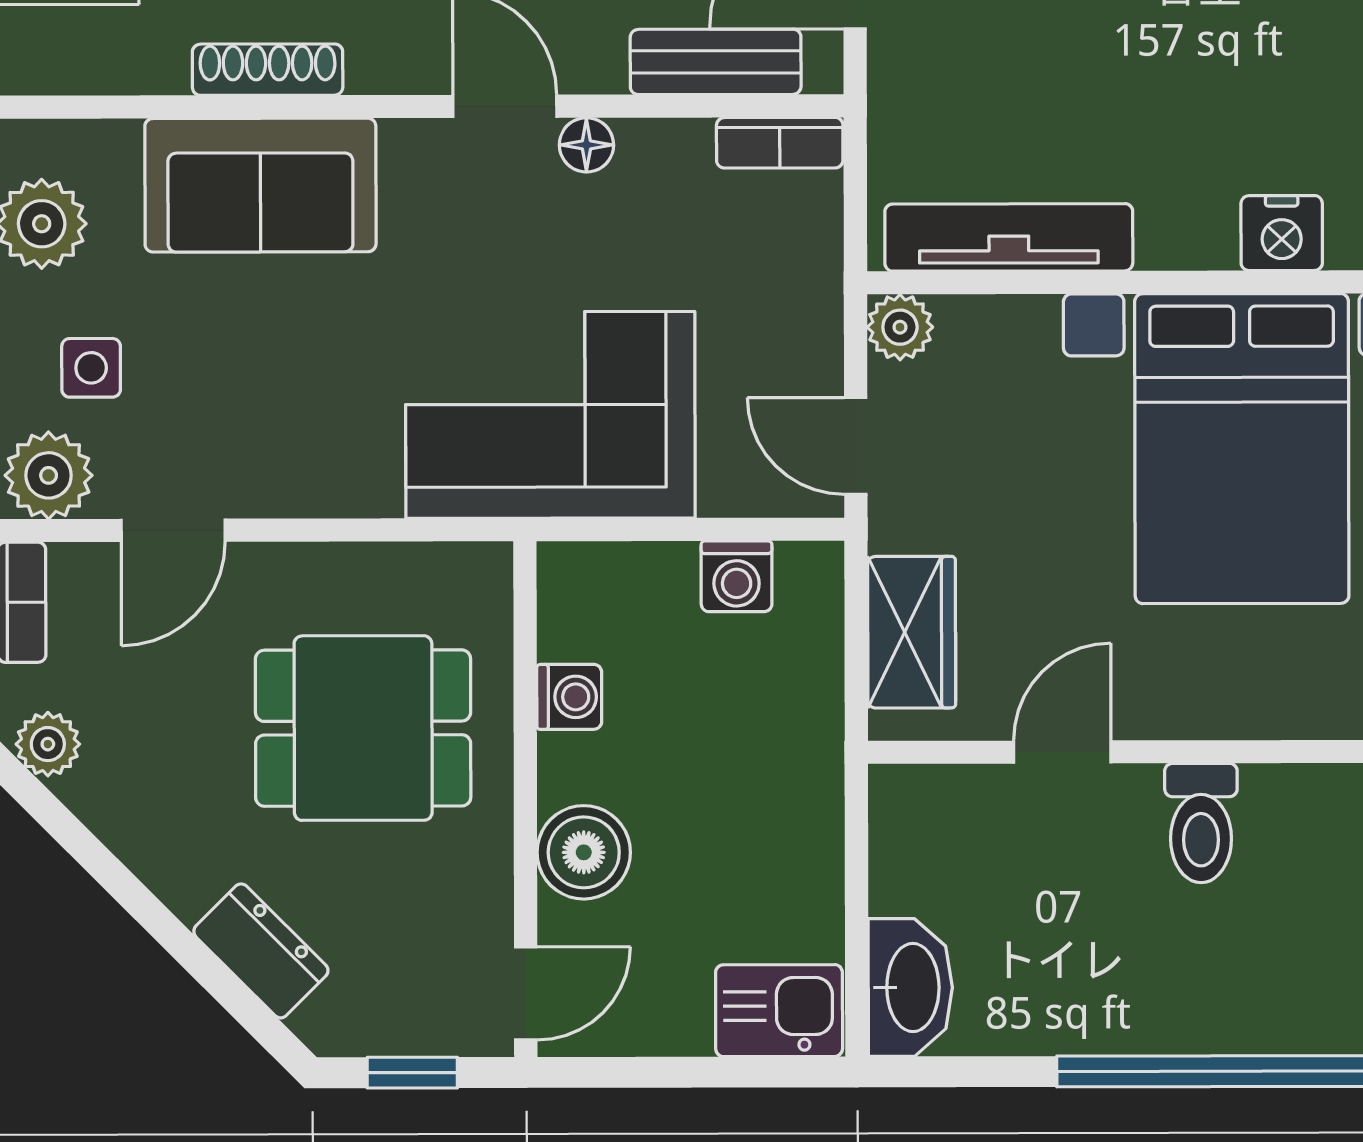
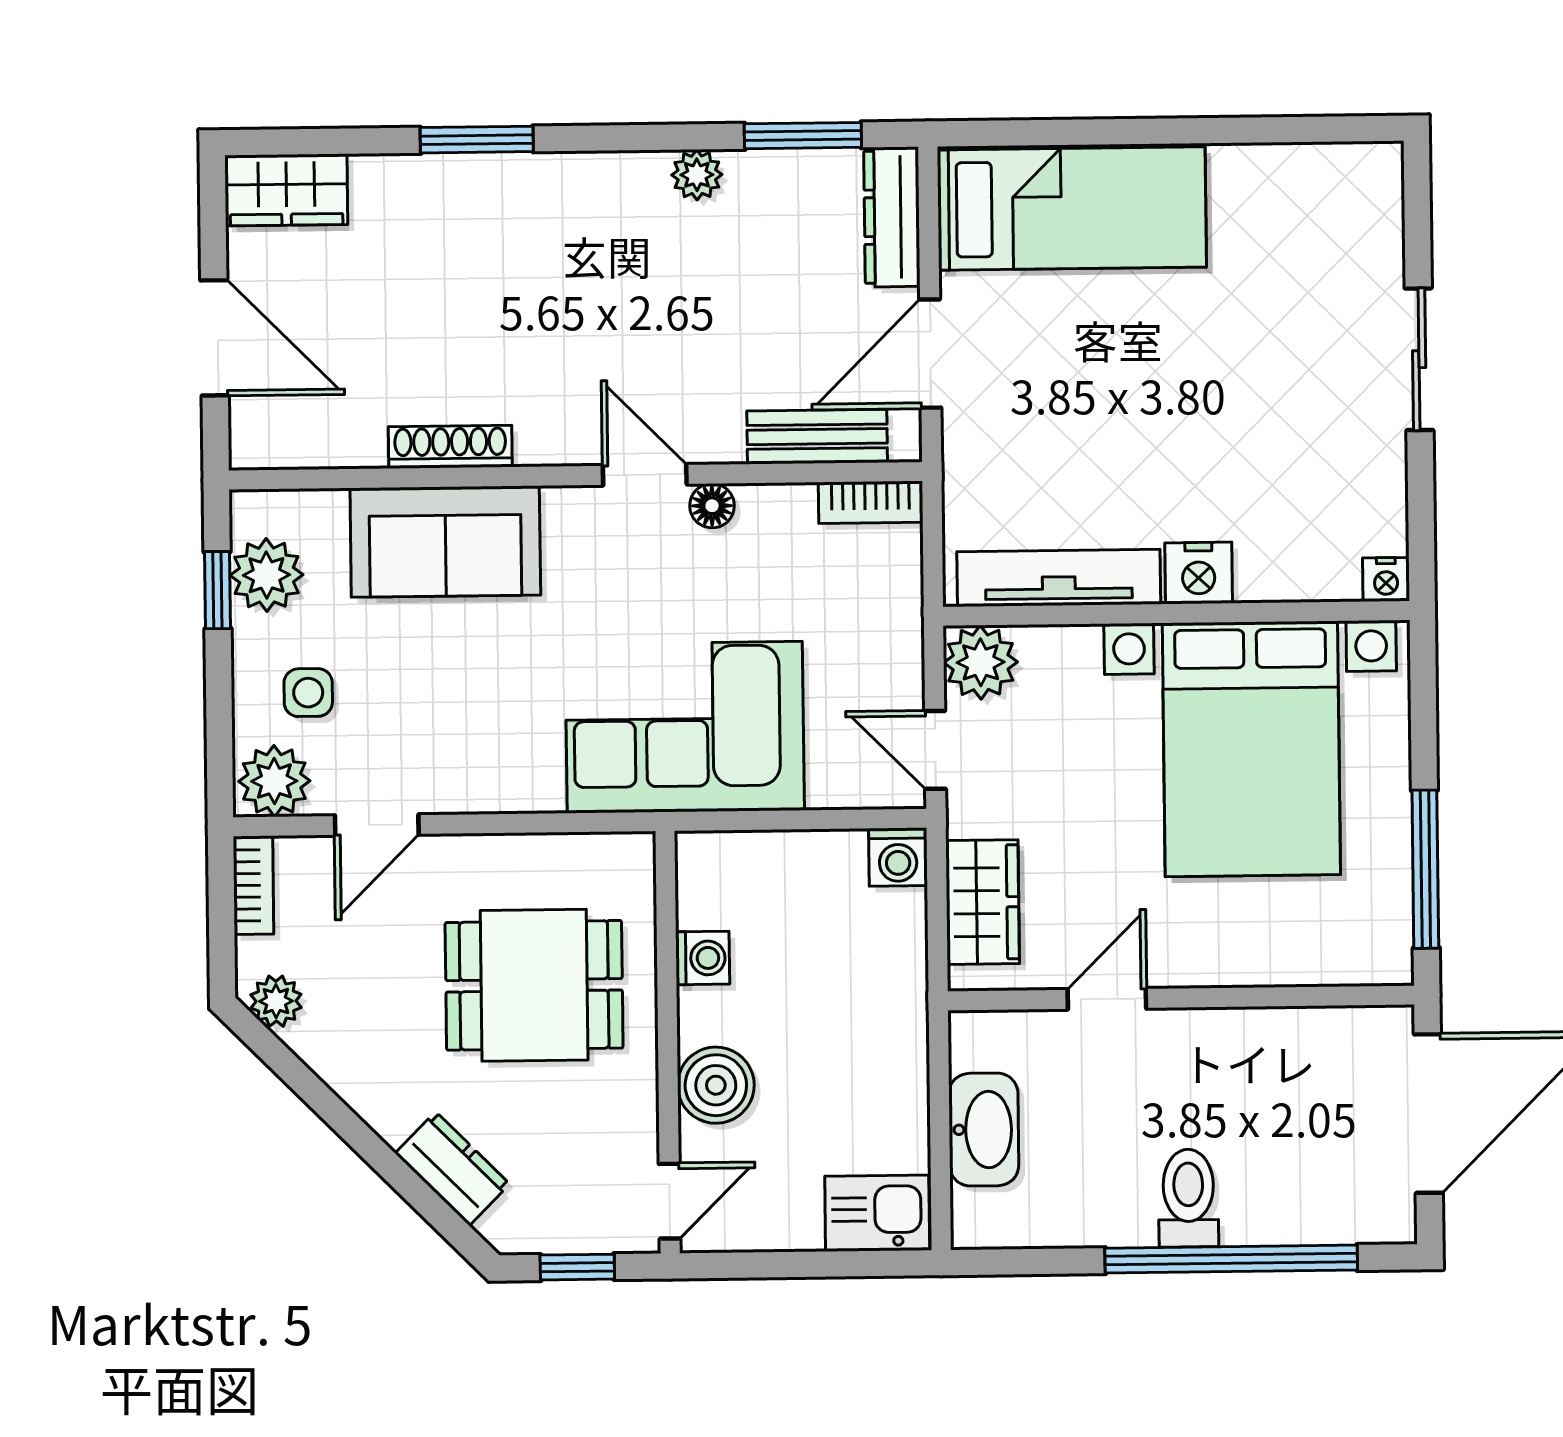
nightstand: (1282, 233) -> (1199, 573), moved
plant: (900, 327) -> (981, 662), width x1.38, depth x1.38
washing machine: (737, 576) -> (898, 857), moved
toilet: (1201, 823) -> (1188, 1198), moved, turned 180
washbasin: (910, 987) -> (984, 1130), moved

